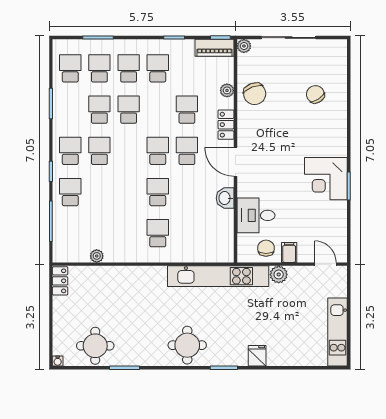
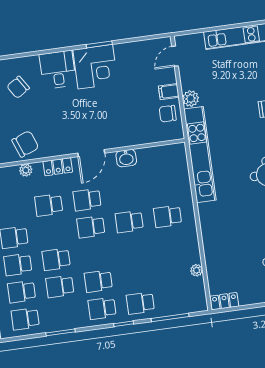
desk: (256, 215) -> (58, 70), moved, turned 180

